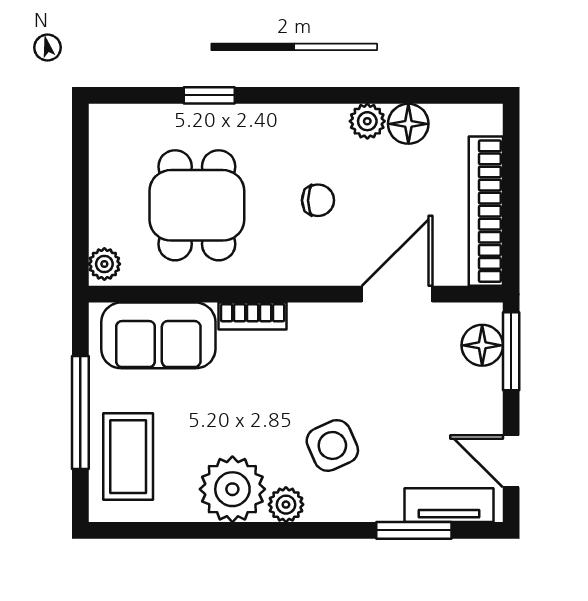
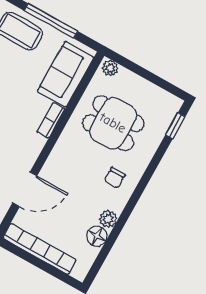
window: (209, 95) -> (175, 126), moved
chair: (318, 200) -> (115, 178), moved
door: (397, 294) -> (25, 189), hinge flipped

